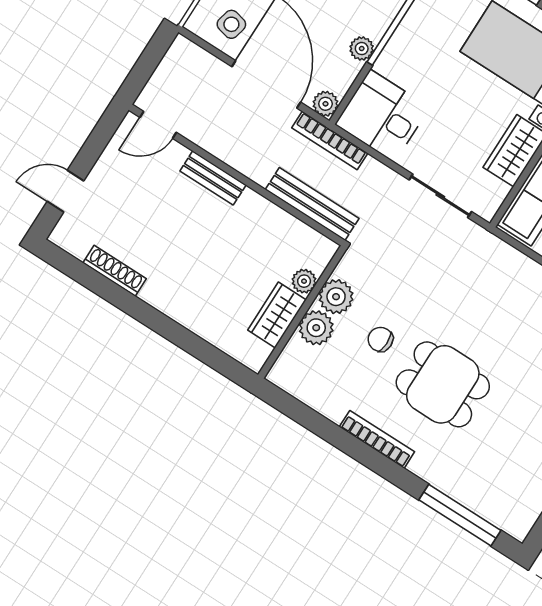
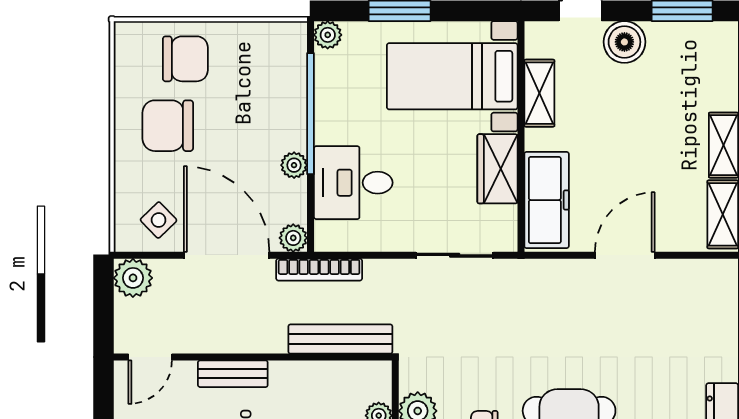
side table: (231, 24) -> (159, 220), turned 33
plant: (184, 56) -> (133, 278), added
desk: (382, 116) -> (353, 183), moved

